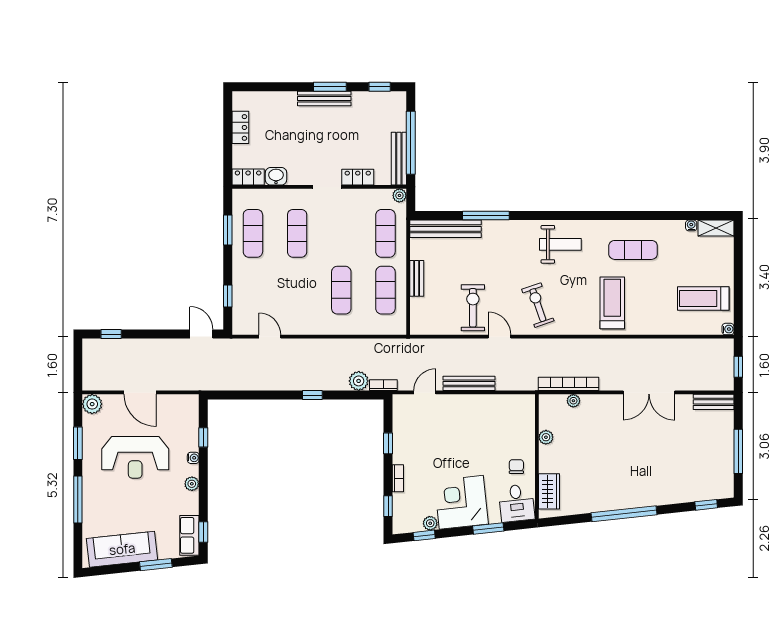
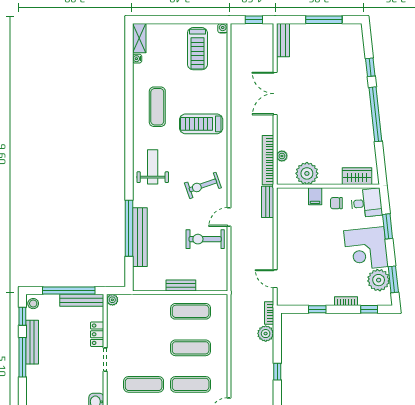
window: (330, 87) -> (22, 357), width x1.44
bench: (324, 98) -> (32, 342), moved
stool: (395, 100) -> (33, 304), added
window: (486, 216) -> (129, 228), width x1.46
bench: (446, 229) -> (140, 237), moved
exercise mat: (385, 233) -> (191, 384), moved
bench: (469, 383) -> (268, 202), moved, width x0.73
double door: (649, 392) -> (275, 94), swing flipped
plant: (546, 437) -> (307, 173), width x1.87, depth x1.87
filing cabinet: (525, 441) -> (315, 196), added
window: (706, 505) -> (370, 67), moved
plant: (430, 523) -> (379, 280), width x1.87, depth x1.87
window: (424, 535) -> (393, 279), width x1.50

